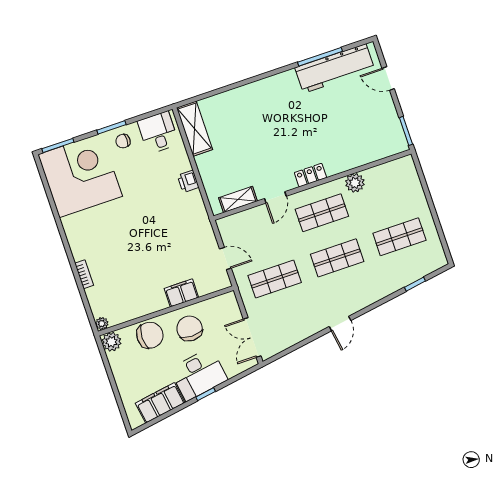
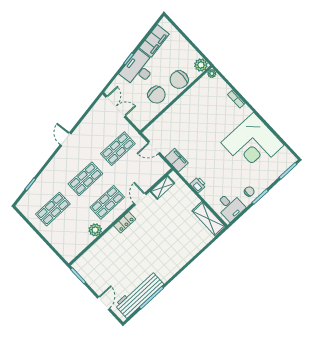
door: (388, 78) -> (104, 303), hinge flipped
corner desk: (80, 175) -> (252, 144), moved
filing cabinet: (181, 293) -> (177, 160), moved, turned -90

